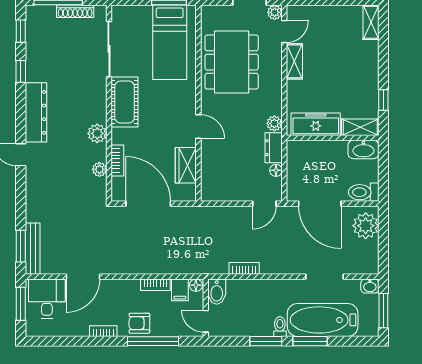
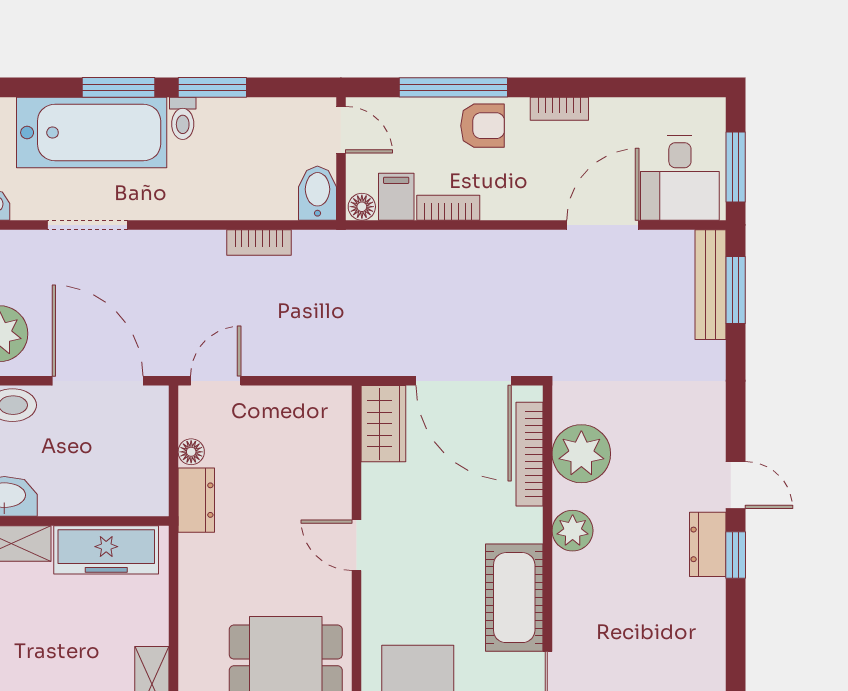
window: (21, 71) -> (736, 555), moved
dresser: (36, 112) -> (708, 544), width x0.51, depth x0.80
plant: (274, 123) -> (195, 552), removed
bookcase: (117, 160) -> (529, 454), width x1.56
wardrobe: (186, 165) -> (383, 424), moved
plant: (99, 169) -> (581, 454), width x1.88, depth x1.88

